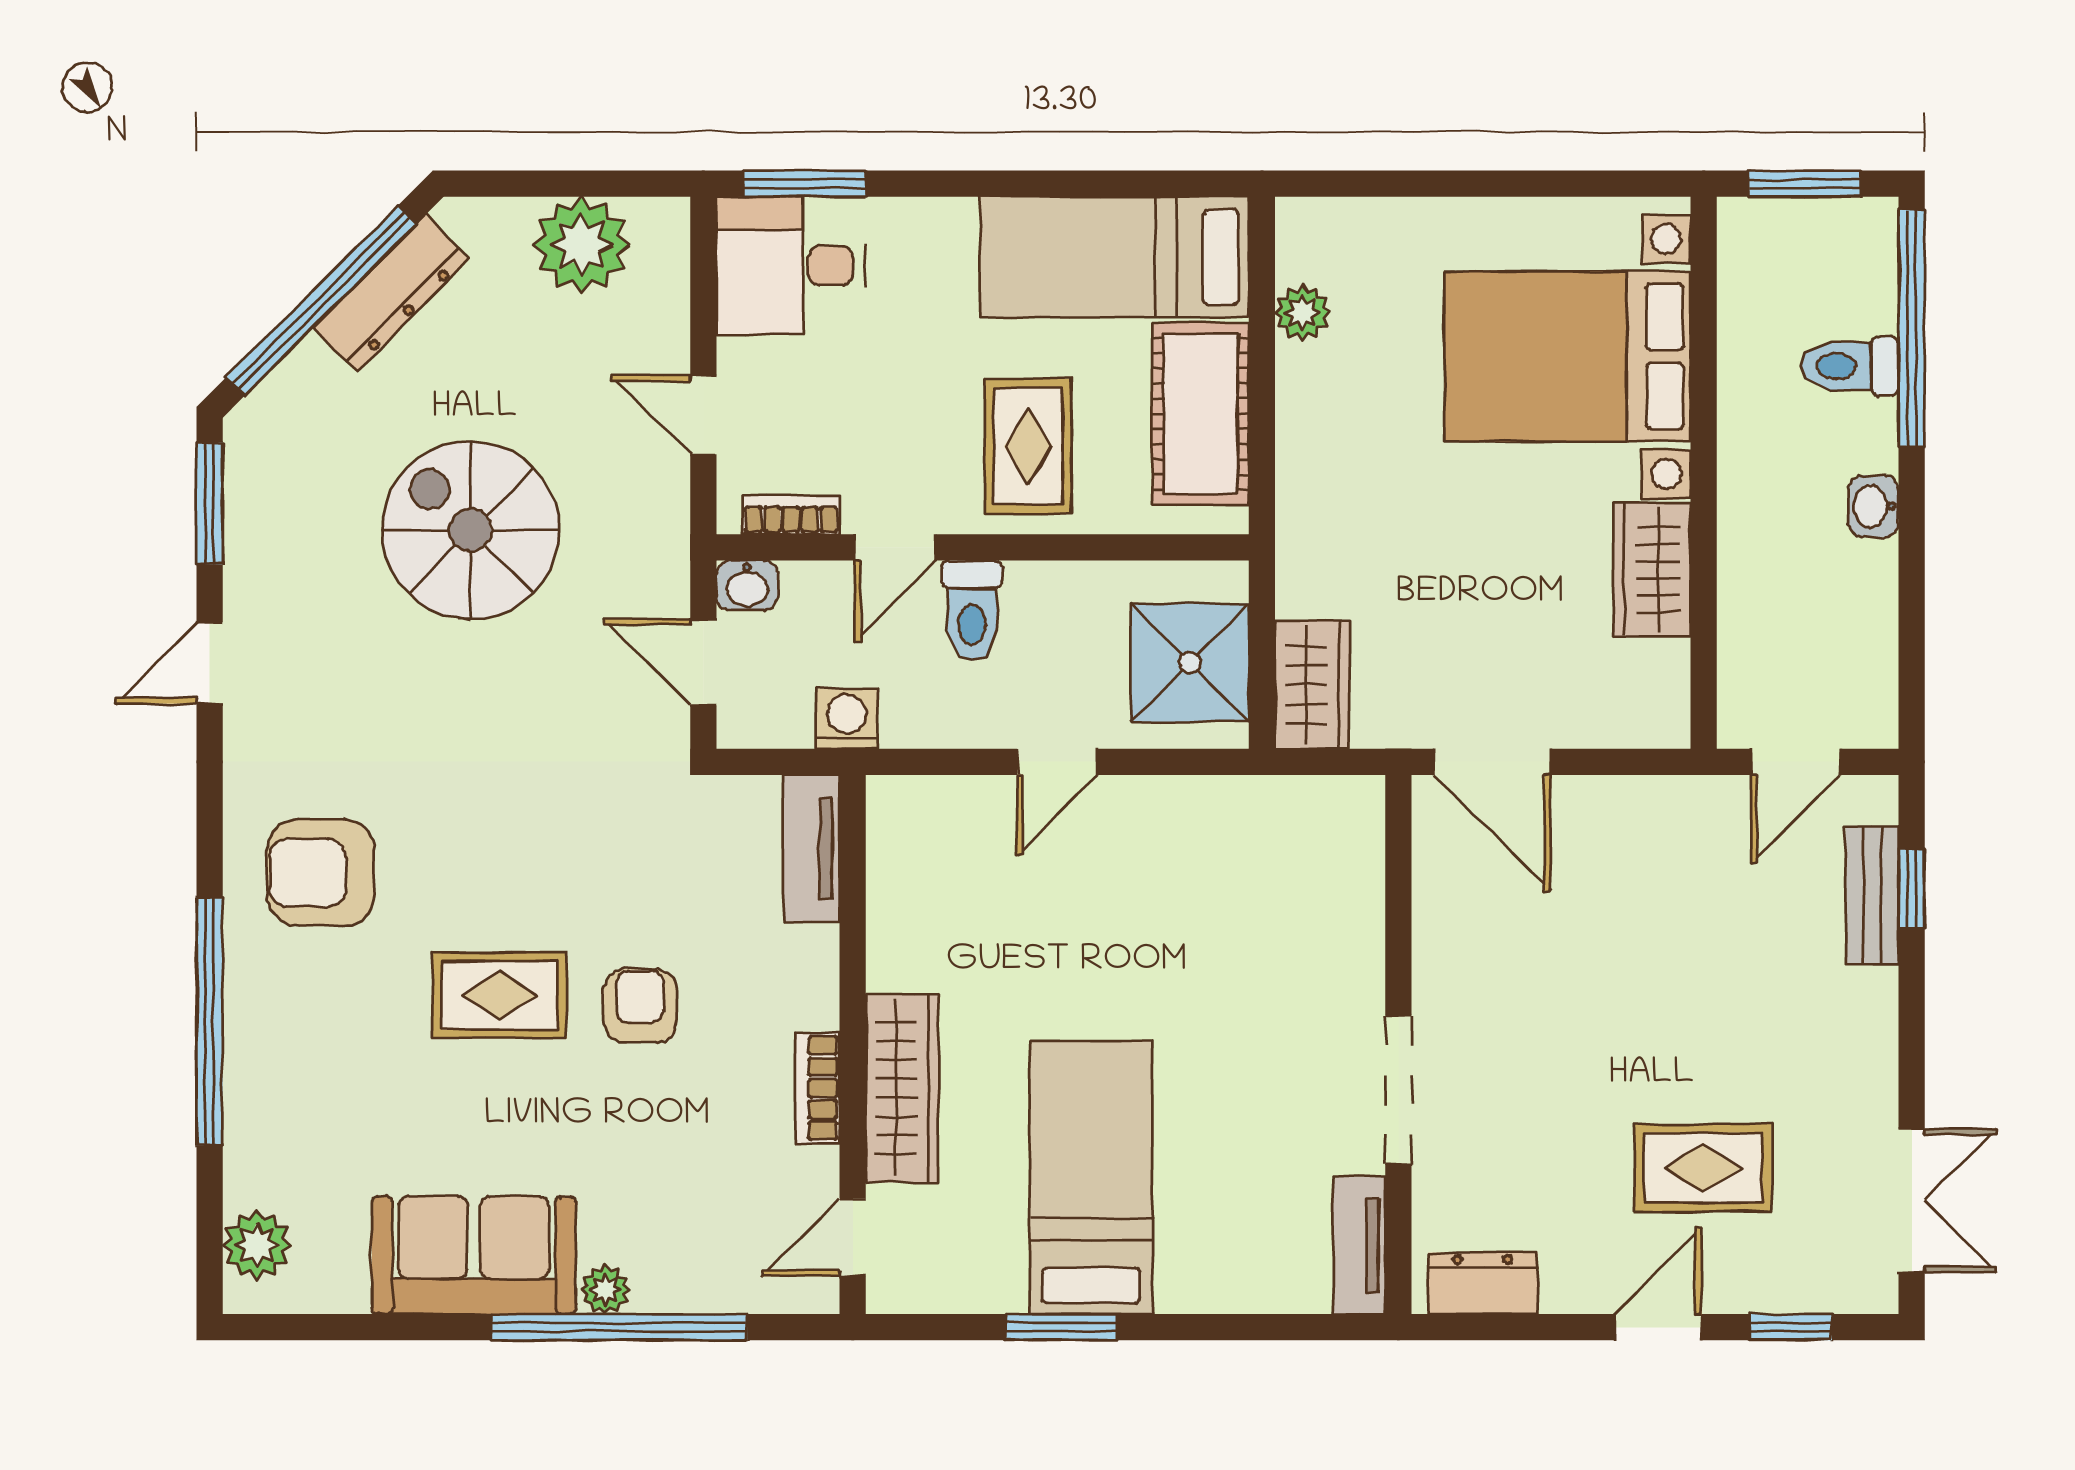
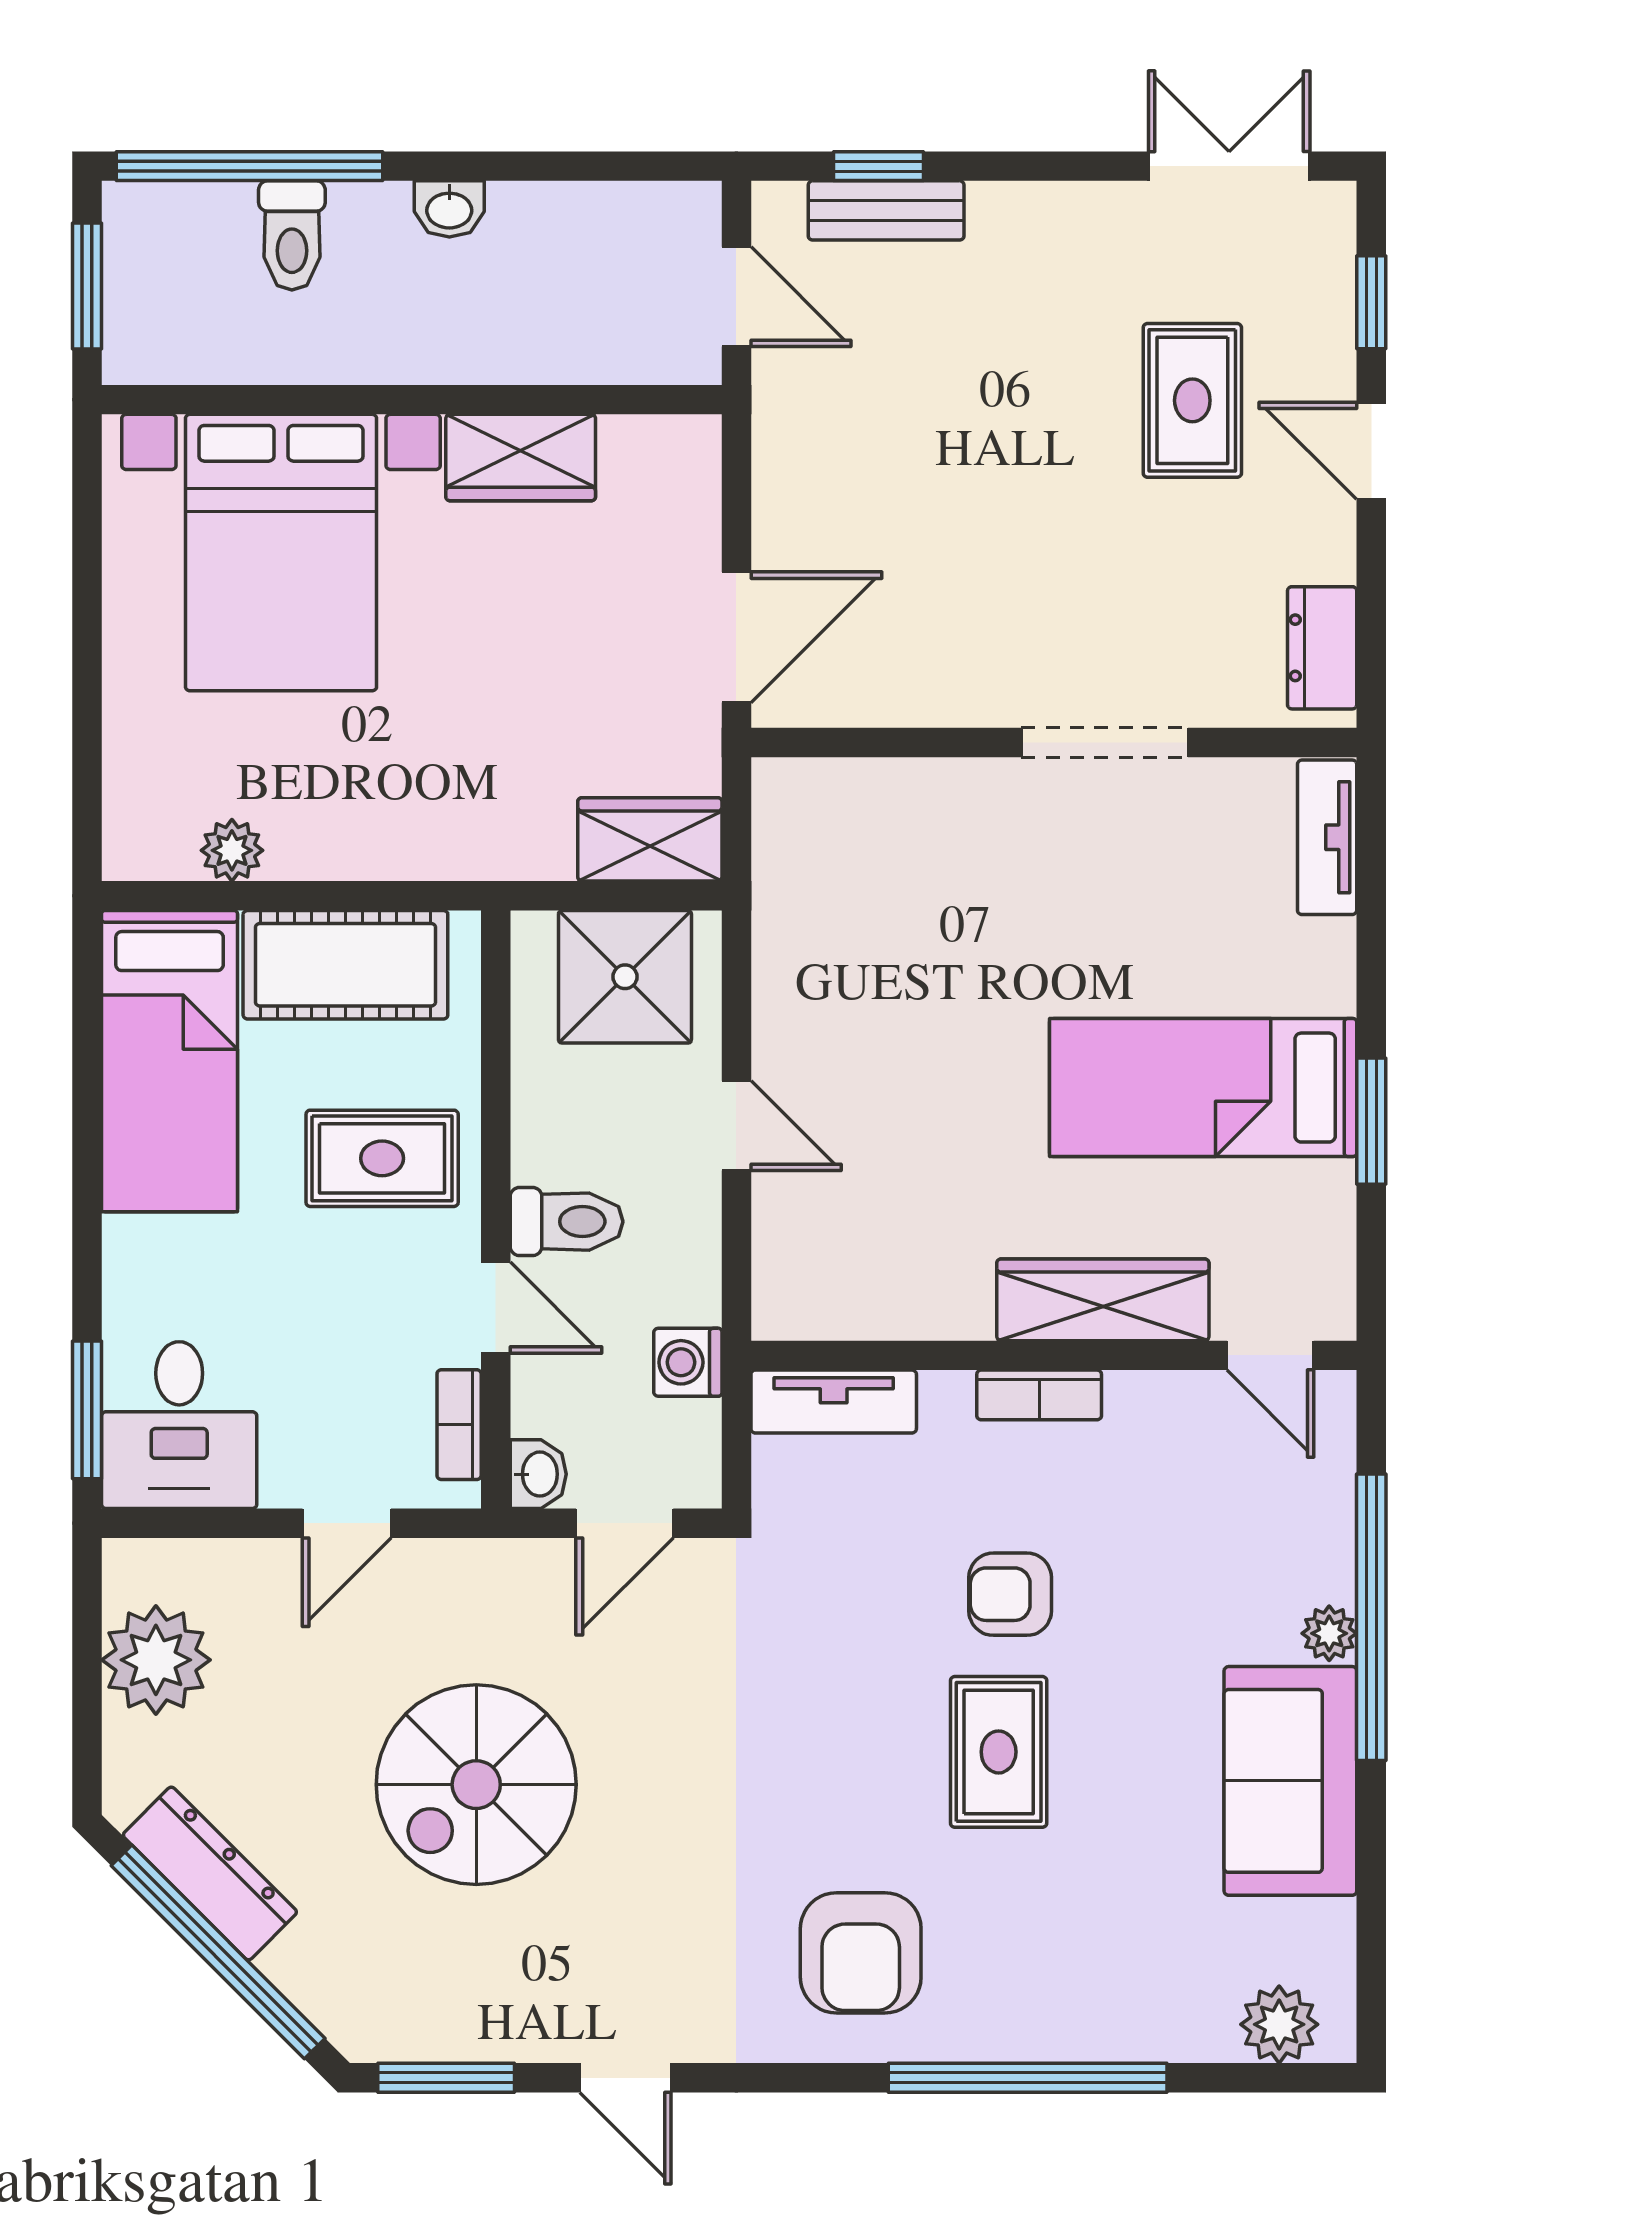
bookcase: (818, 1088) -> (1039, 1395), moved
tv unit: (1359, 1245) -> (1327, 837), moved, turned 90

